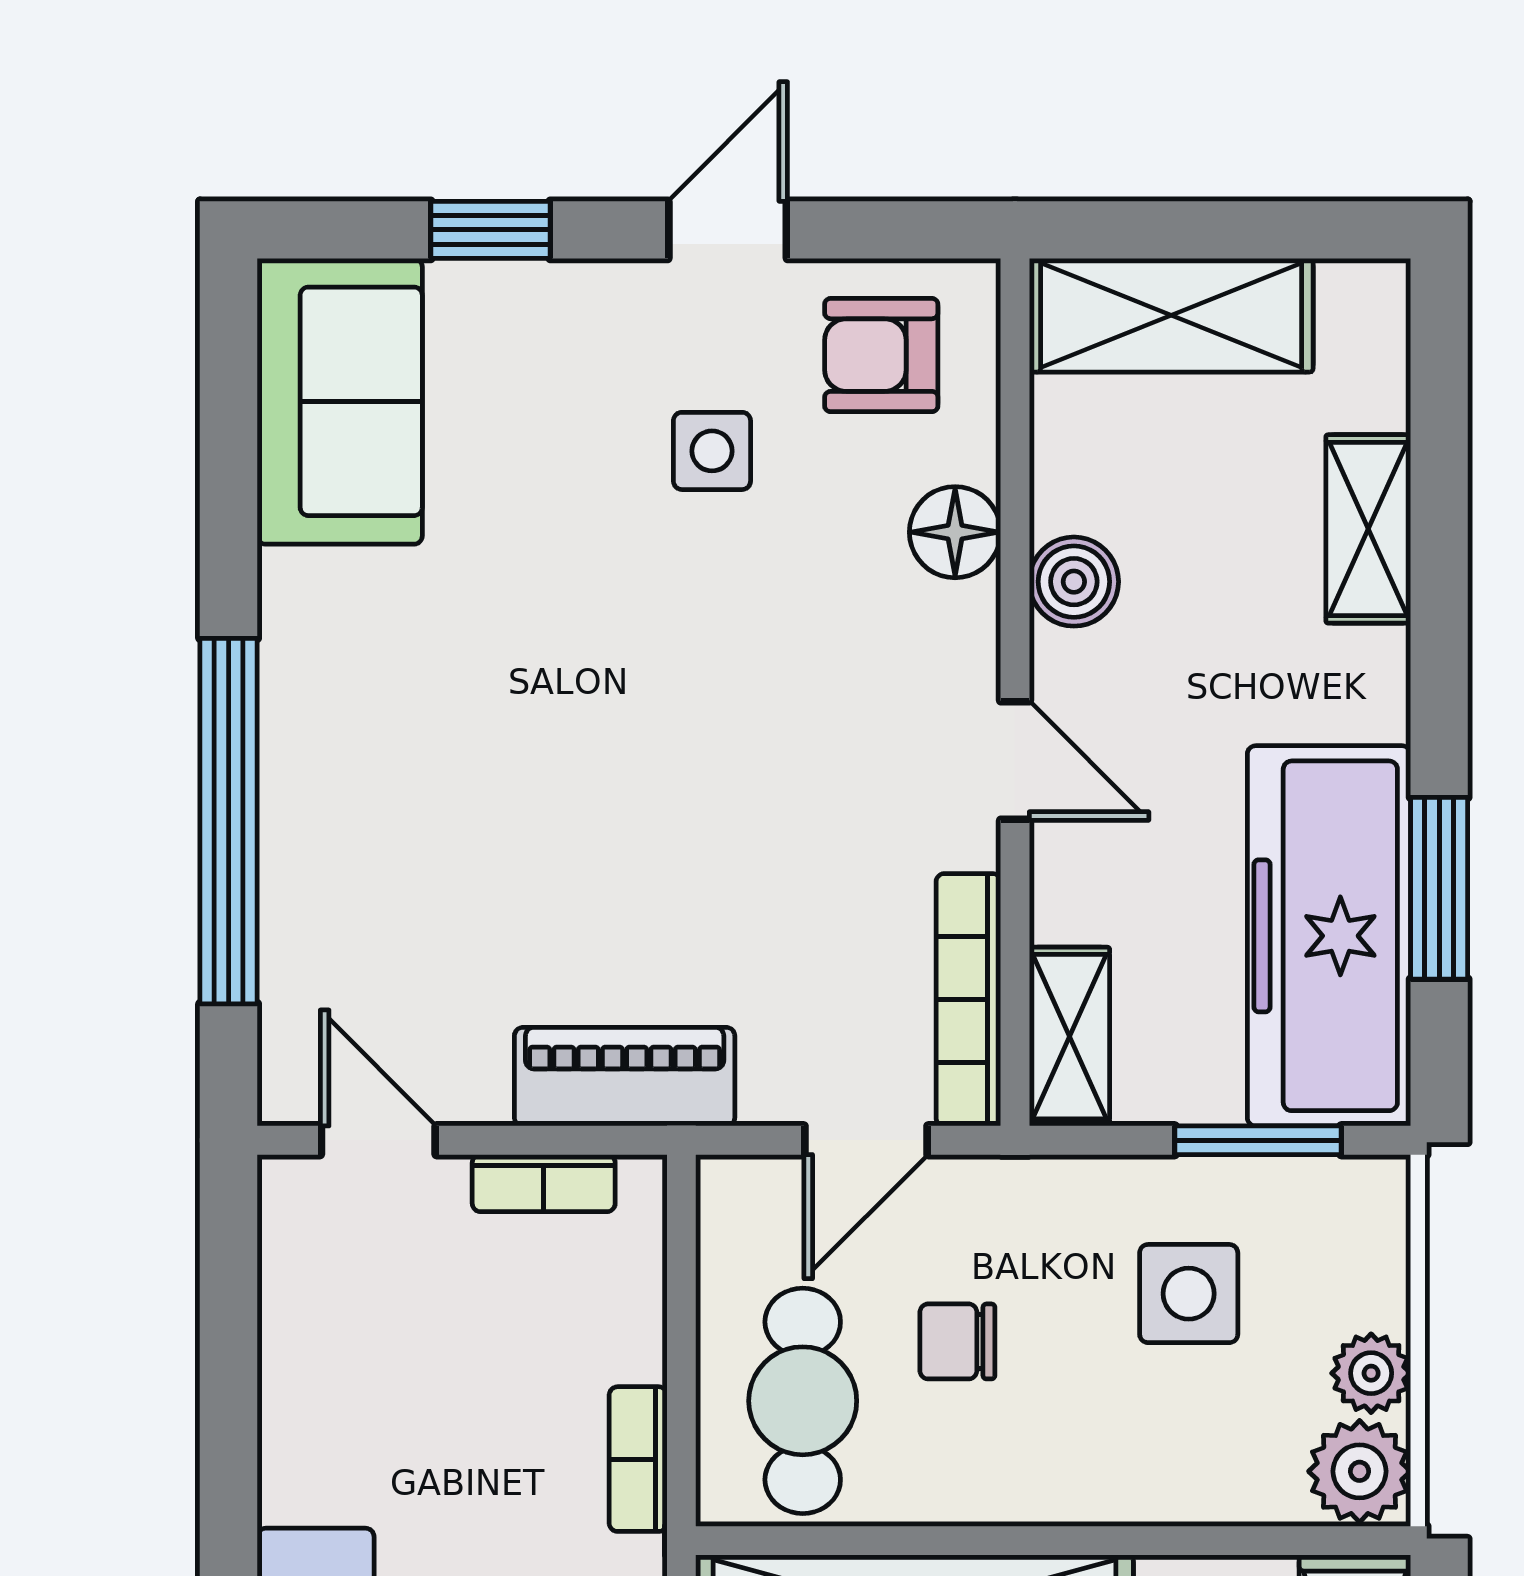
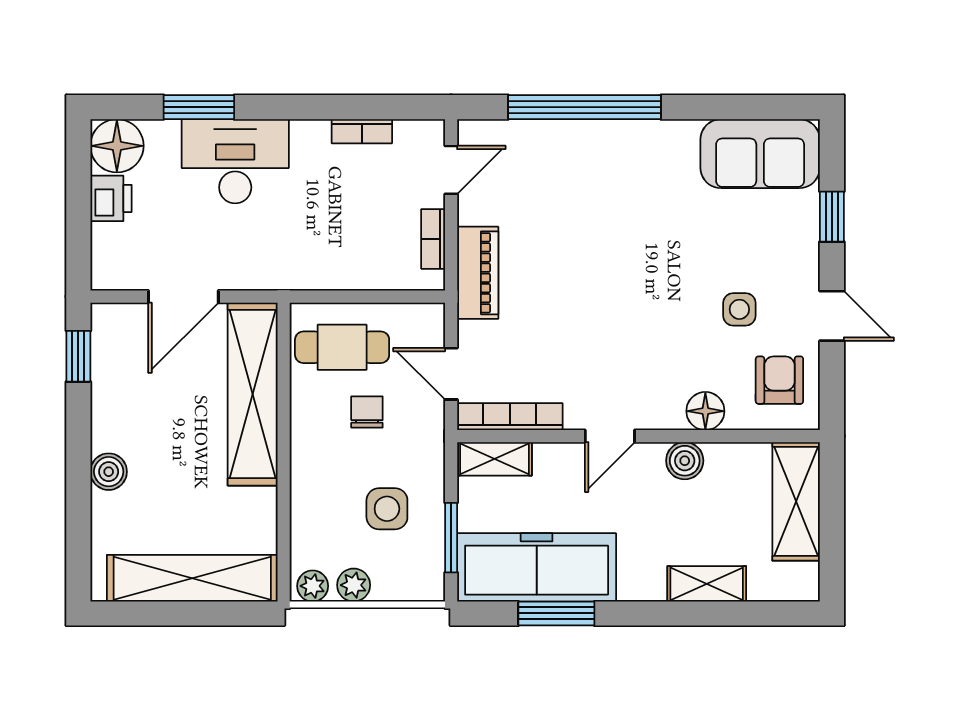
bookcase: (638, 1459) -> (362, 131), moved, turned 180
plant: (1360, 1471) -> (313, 586), width x0.73, depth x0.73

